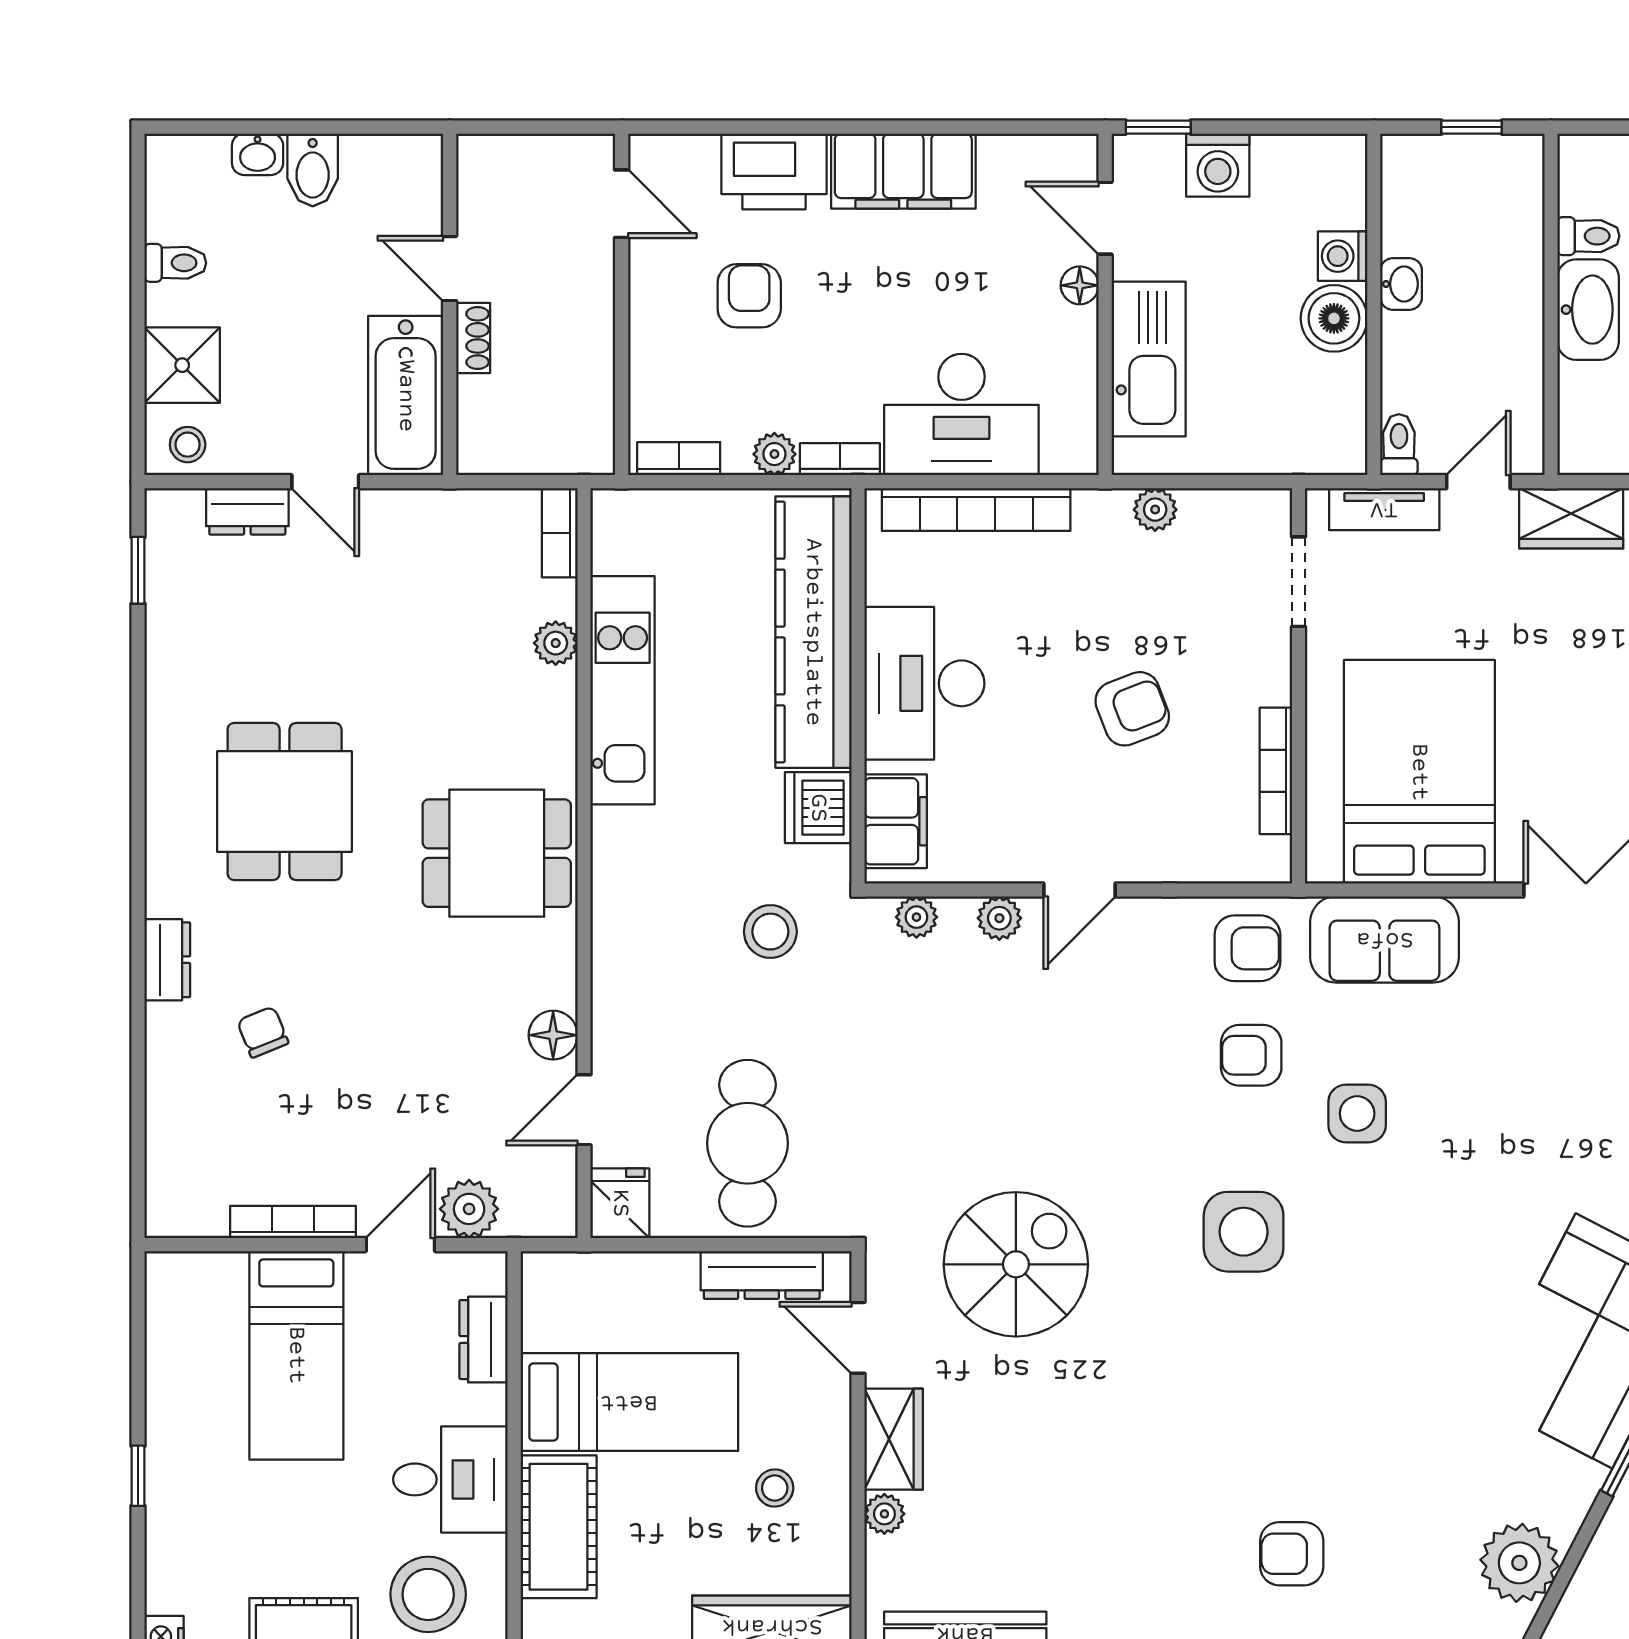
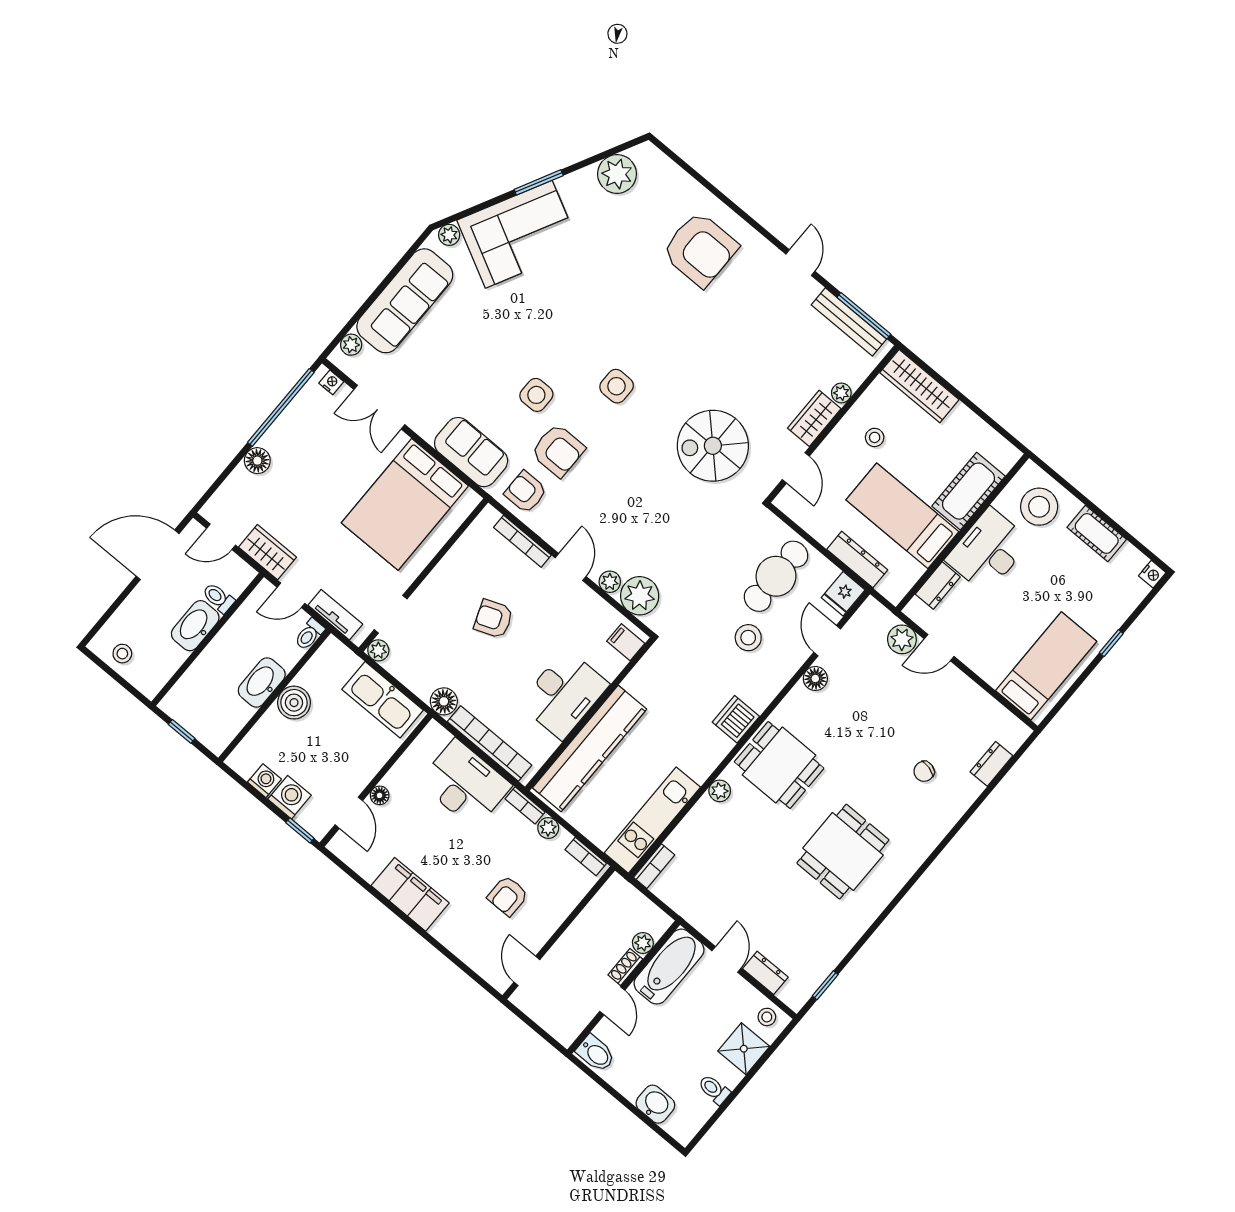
washbasin: (258, 154) -> (655, 1104), width x1.38, depth x1.45
bidet: (313, 170) -> (596, 1053), moved, turned 90
printer: (774, 171) -> (459, 935), removed
toilet: (1588, 236) -> (218, 598), moved
washing machine: (1343, 256) -> (264, 781), moved, turned -90
washbasin: (1401, 284) -> (262, 683), width x1.91, depth x1.45
kitchen sink: (1149, 359) -> (383, 700), moved, turned -90
plant: (477, 398) -> (643, 943), added
plant: (1155, 510) -> (378, 650), moved
floor lamp: (1102, 515) -> (444, 701), added
plant: (556, 643) -> (720, 791), moved
kitchen unit: (623, 690) -> (652, 820), moved
bookcase: (1276, 771) -> (522, 541), moved, turned 90
dishwasher: (818, 808) -> (736, 719), moved, turned 180
filing cabinet: (896, 821) -> (626, 642), width x0.50
door: (1080, 890) -> (571, 567), hinge flipped
plant: (916, 917) -> (640, 596), width x1.87, depth x1.87
stool: (770, 932) -> (748, 638), moved
dresser: (167, 960) -> (991, 764), moved
chair: (263, 1032) -> (924, 771), turned 37
armchair: (1251, 1055) -> (558, 450), width x1.38, depth x1.38
door: (584, 1110) -> (827, 641), swing flipped
bookcase: (293, 1222) -> (973, 690), removed
side table: (1244, 1232) -> (617, 386), width x0.73, depth x0.73
dresser: (762, 1275) -> (857, 560), moved
bed: (296, 1355) -> (1046, 666), moved
desk: (450, 1479) -> (988, 551), width x1.37
armchair: (1292, 1554) -> (700, 249), width x1.88, depth x1.88

